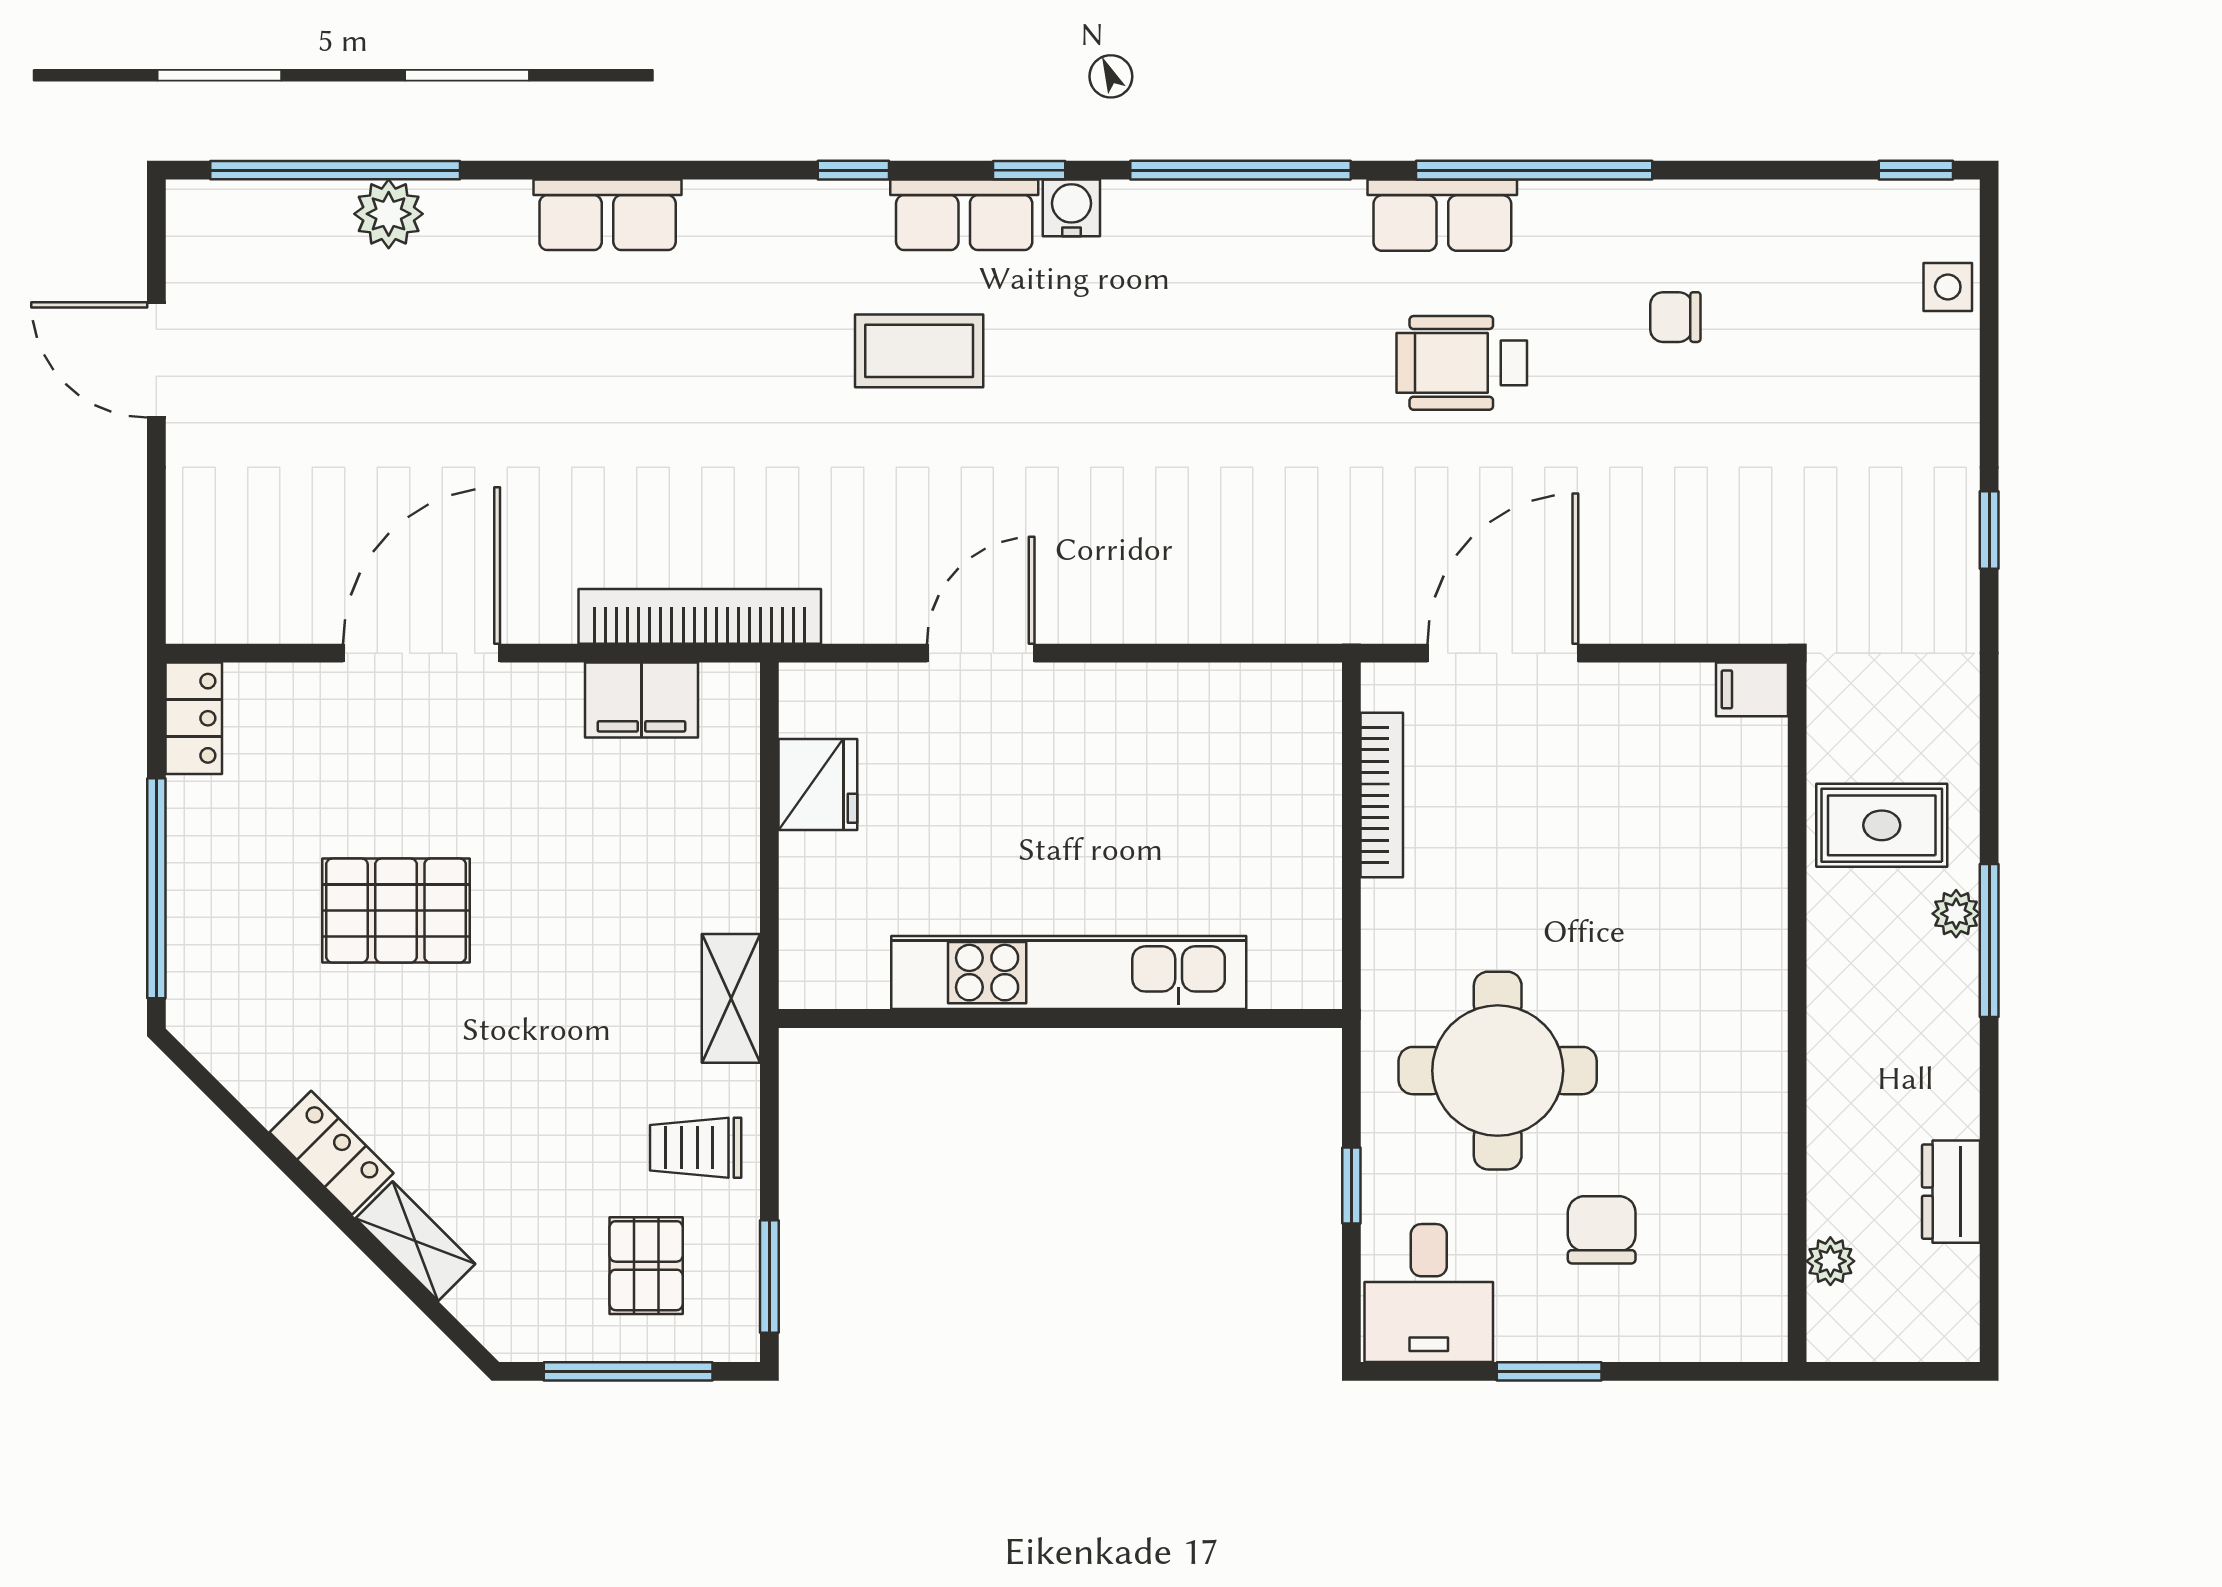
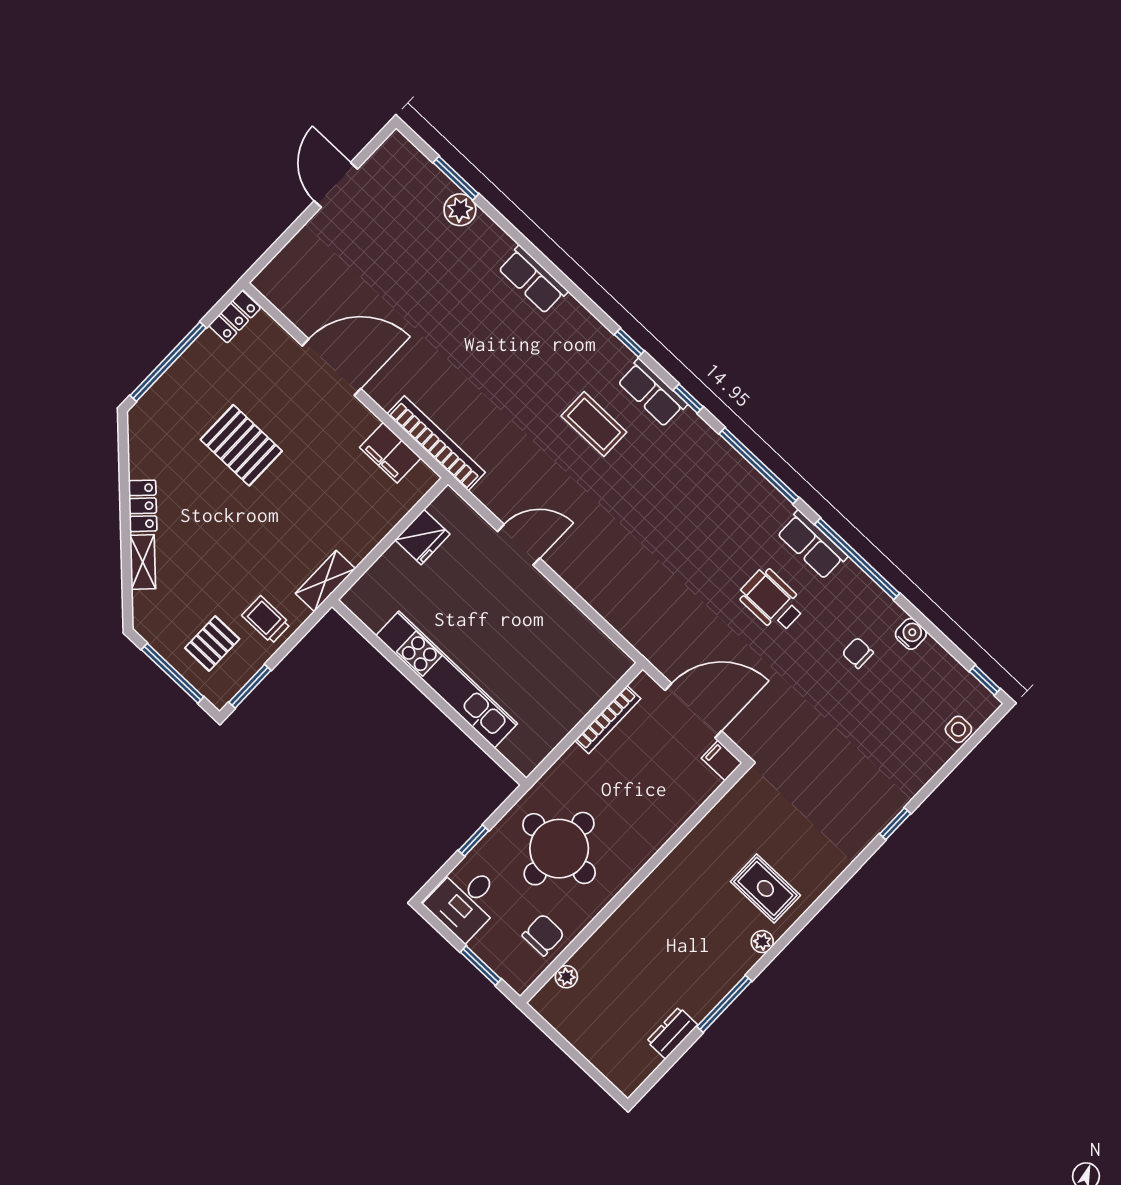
window: (335, 170) -> (456, 178), width x0.47
water cooler: (1071, 208) -> (911, 634), moved
filing cabinet: (1752, 689) -> (722, 761), moved
window: (1989, 940) -> (724, 1004), moved
wall: (1797, 1012) -> (634, 883), moved
plant: (1830, 1261) -> (566, 977), moved

